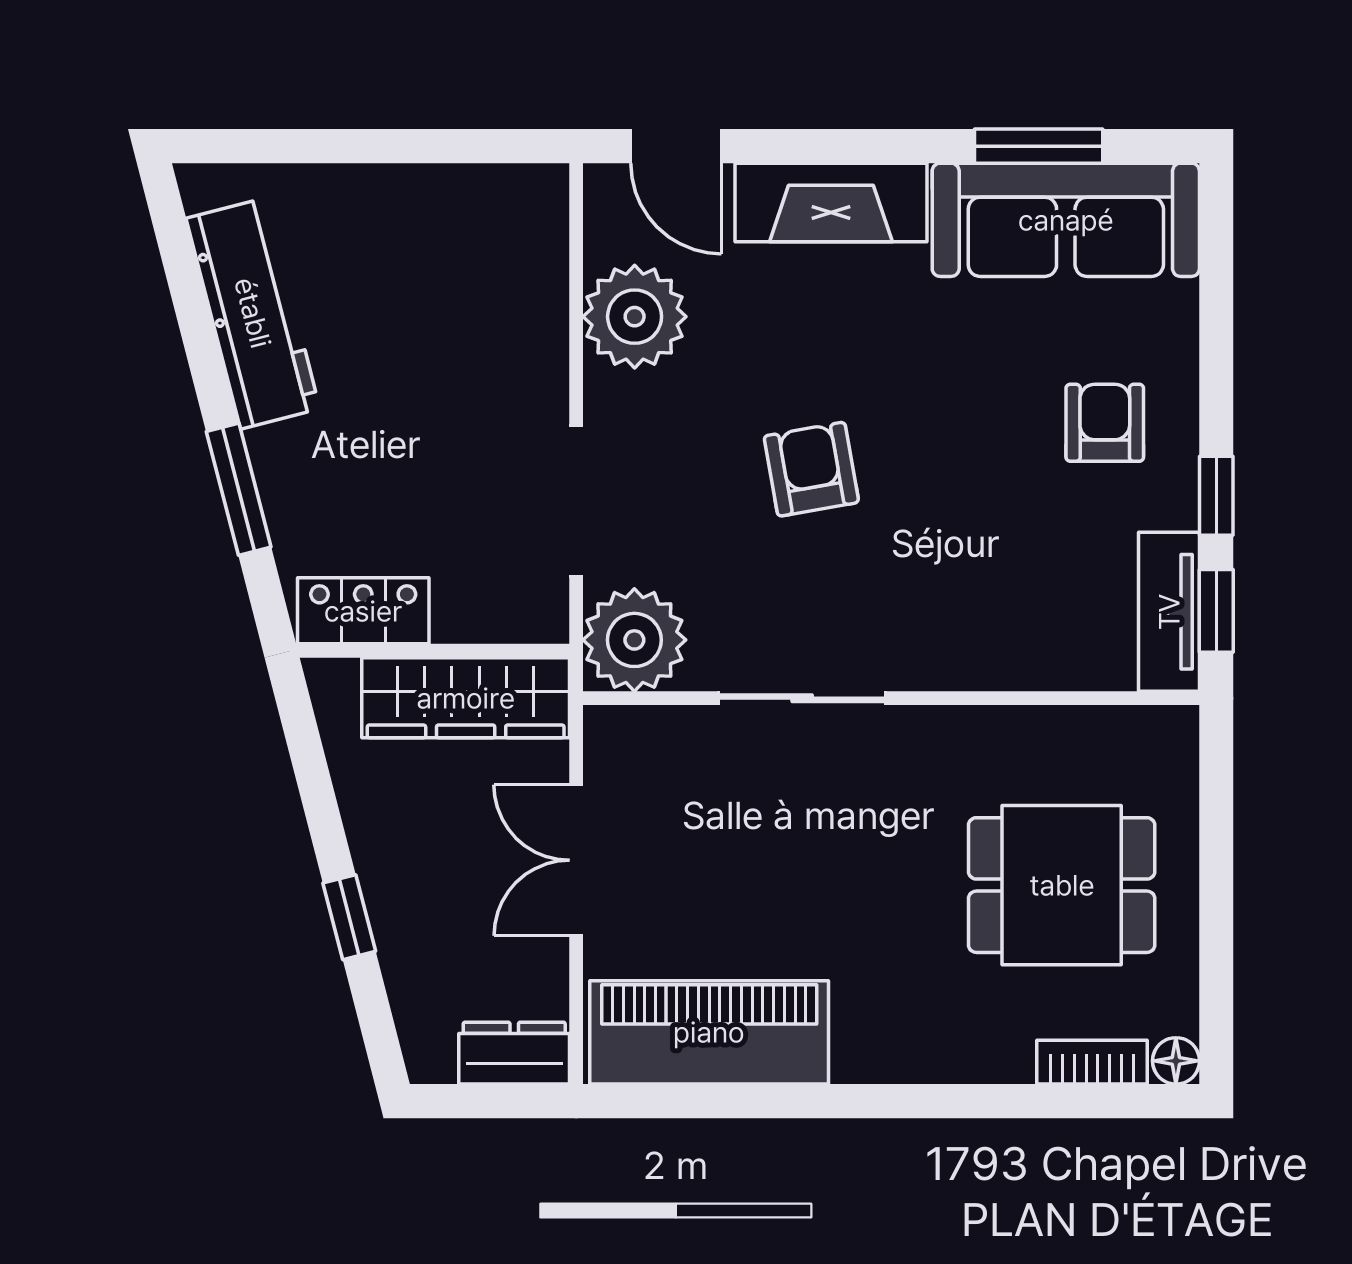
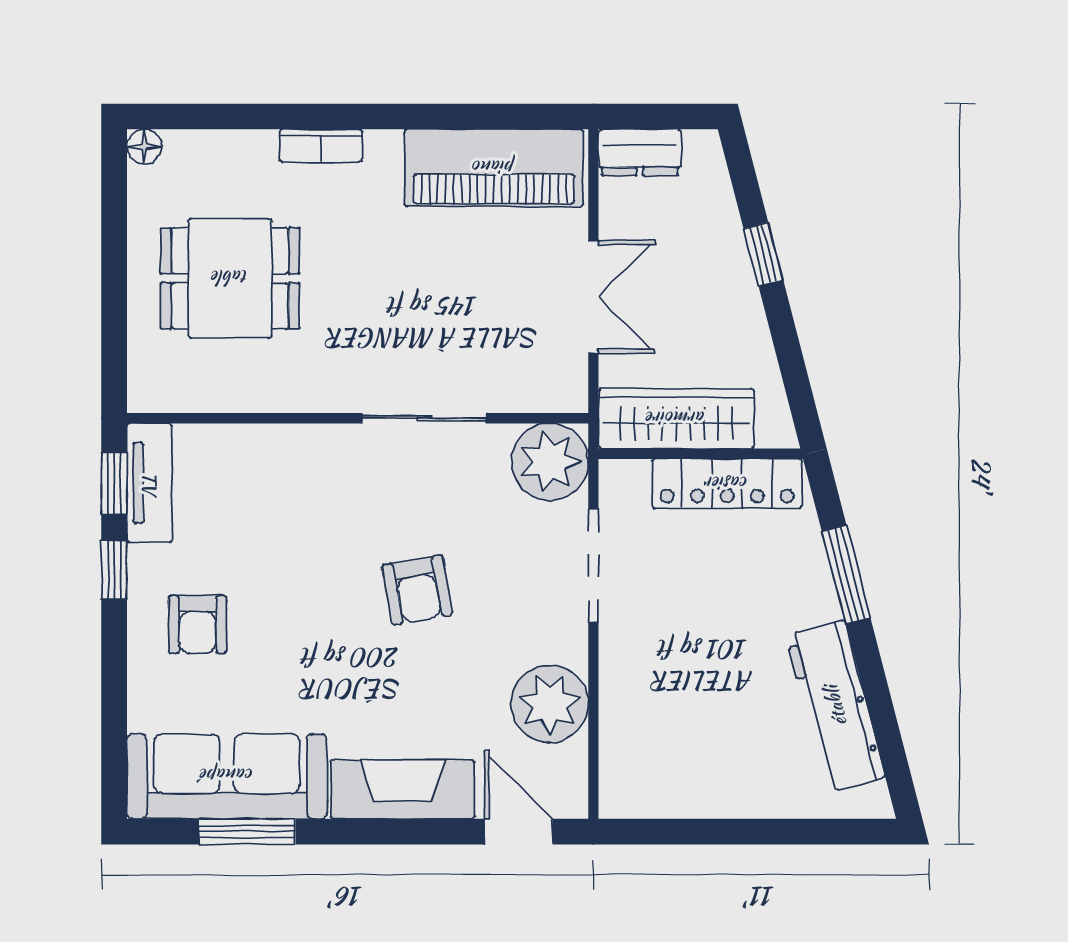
locker: (363, 611) -> (727, 484), width x1.53
bookcase: (1092, 1062) -> (321, 146), moved

